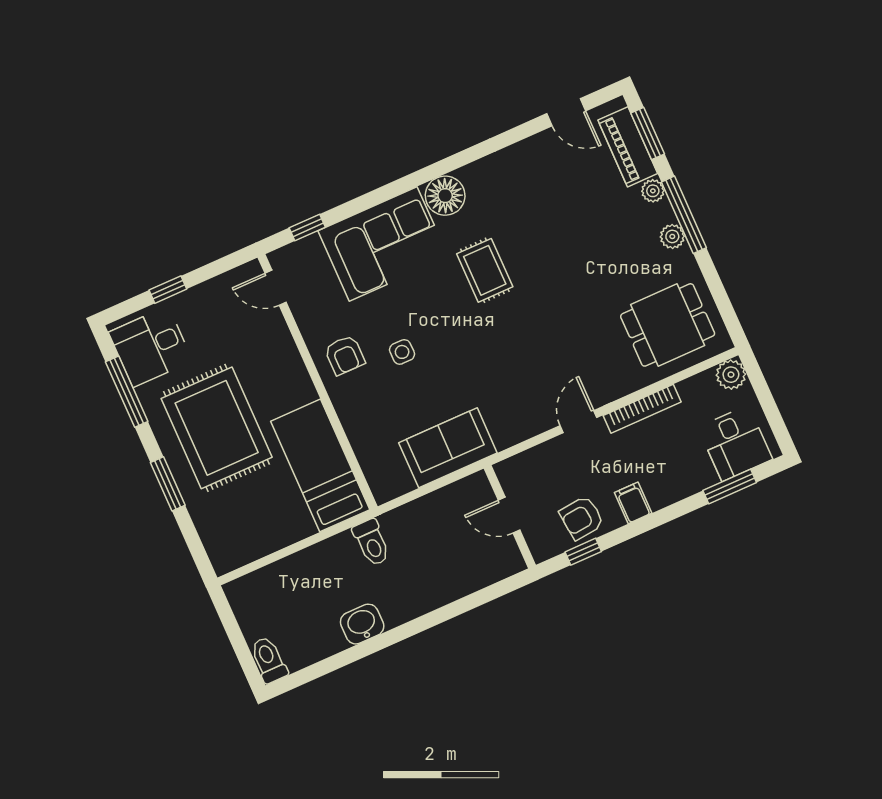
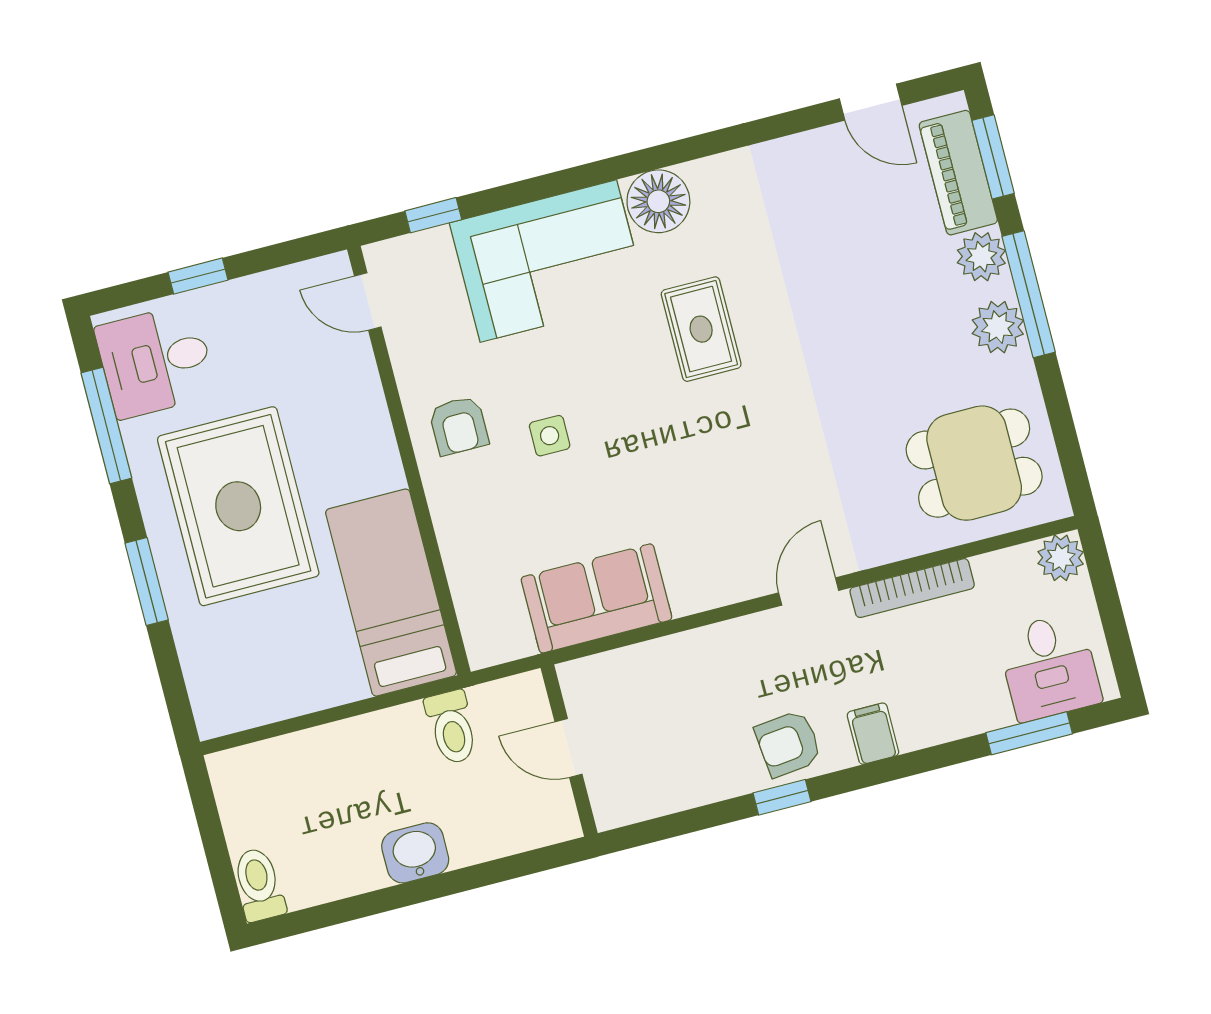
plant: (653, 191) -> (981, 257), width x1.38, depth x1.38
plant: (672, 236) -> (998, 327), width x1.38, depth x1.38
door: (509, 515) -> (568, 748), moved
wall: (510, 517) -> (569, 751), moved

